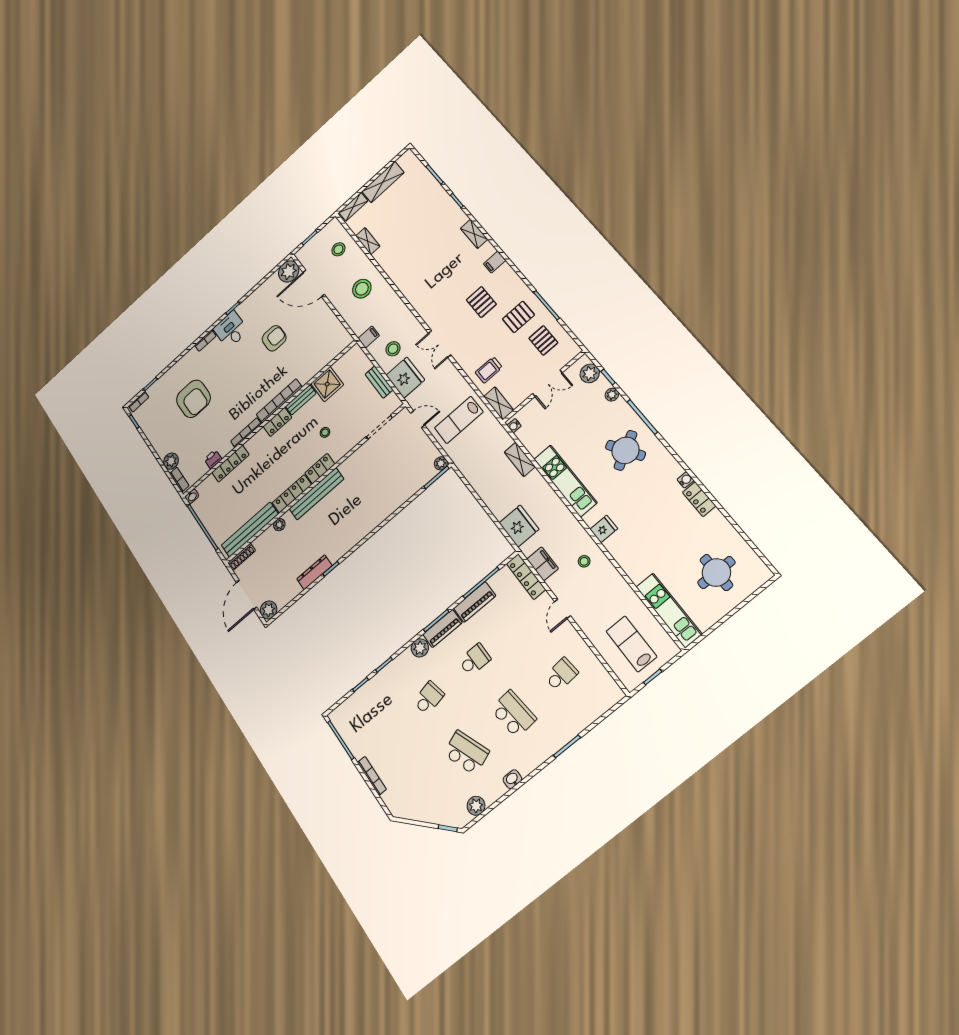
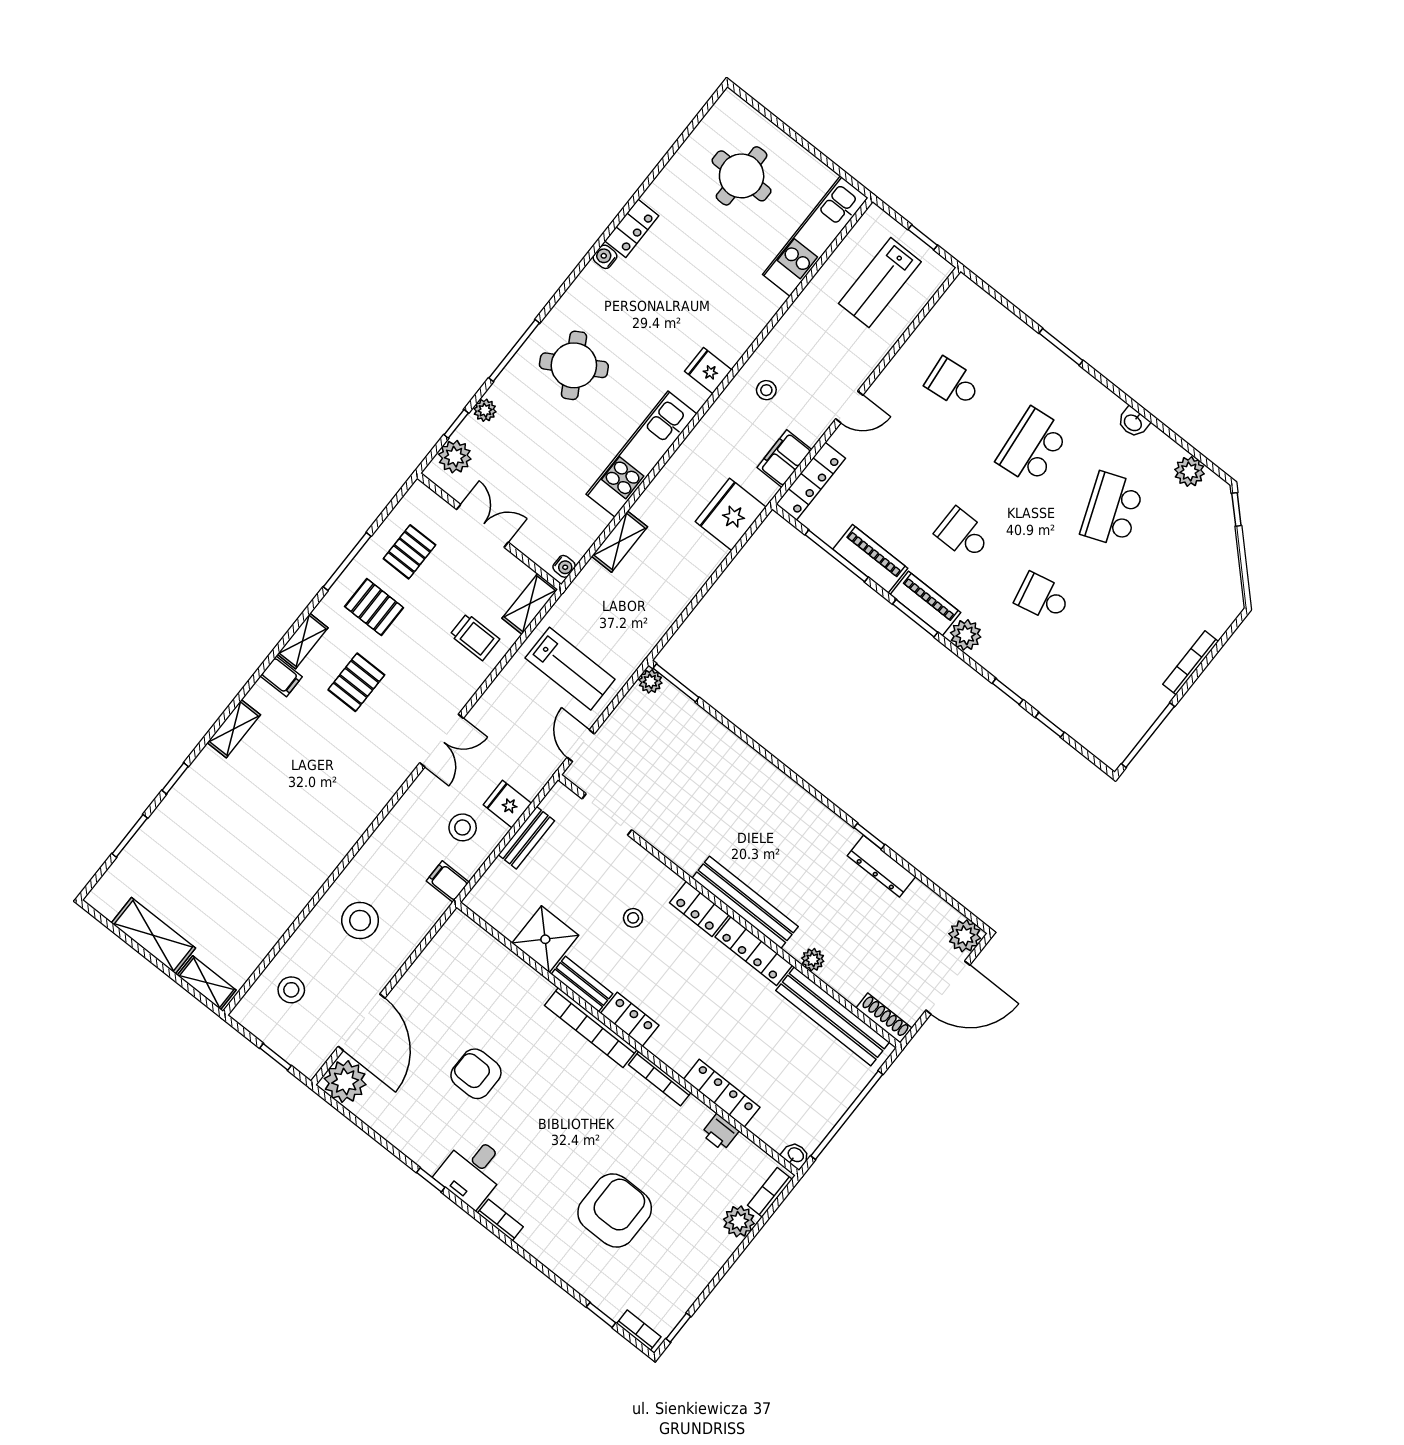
shelving: (368, 241) -> (303, 641), moved
fridge: (405, 378) -> (507, 804), width x0.53, depth x0.75

